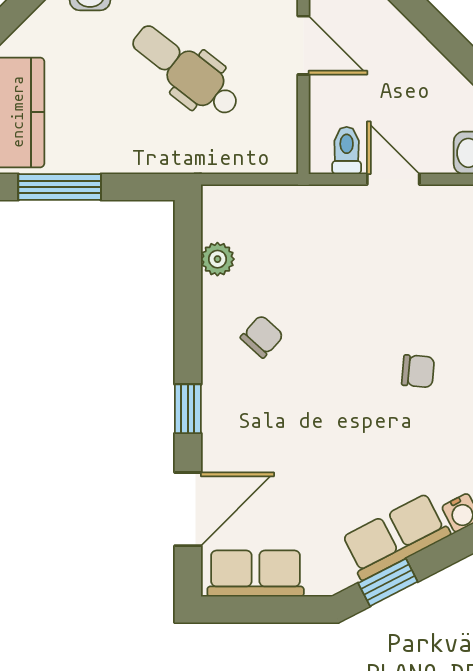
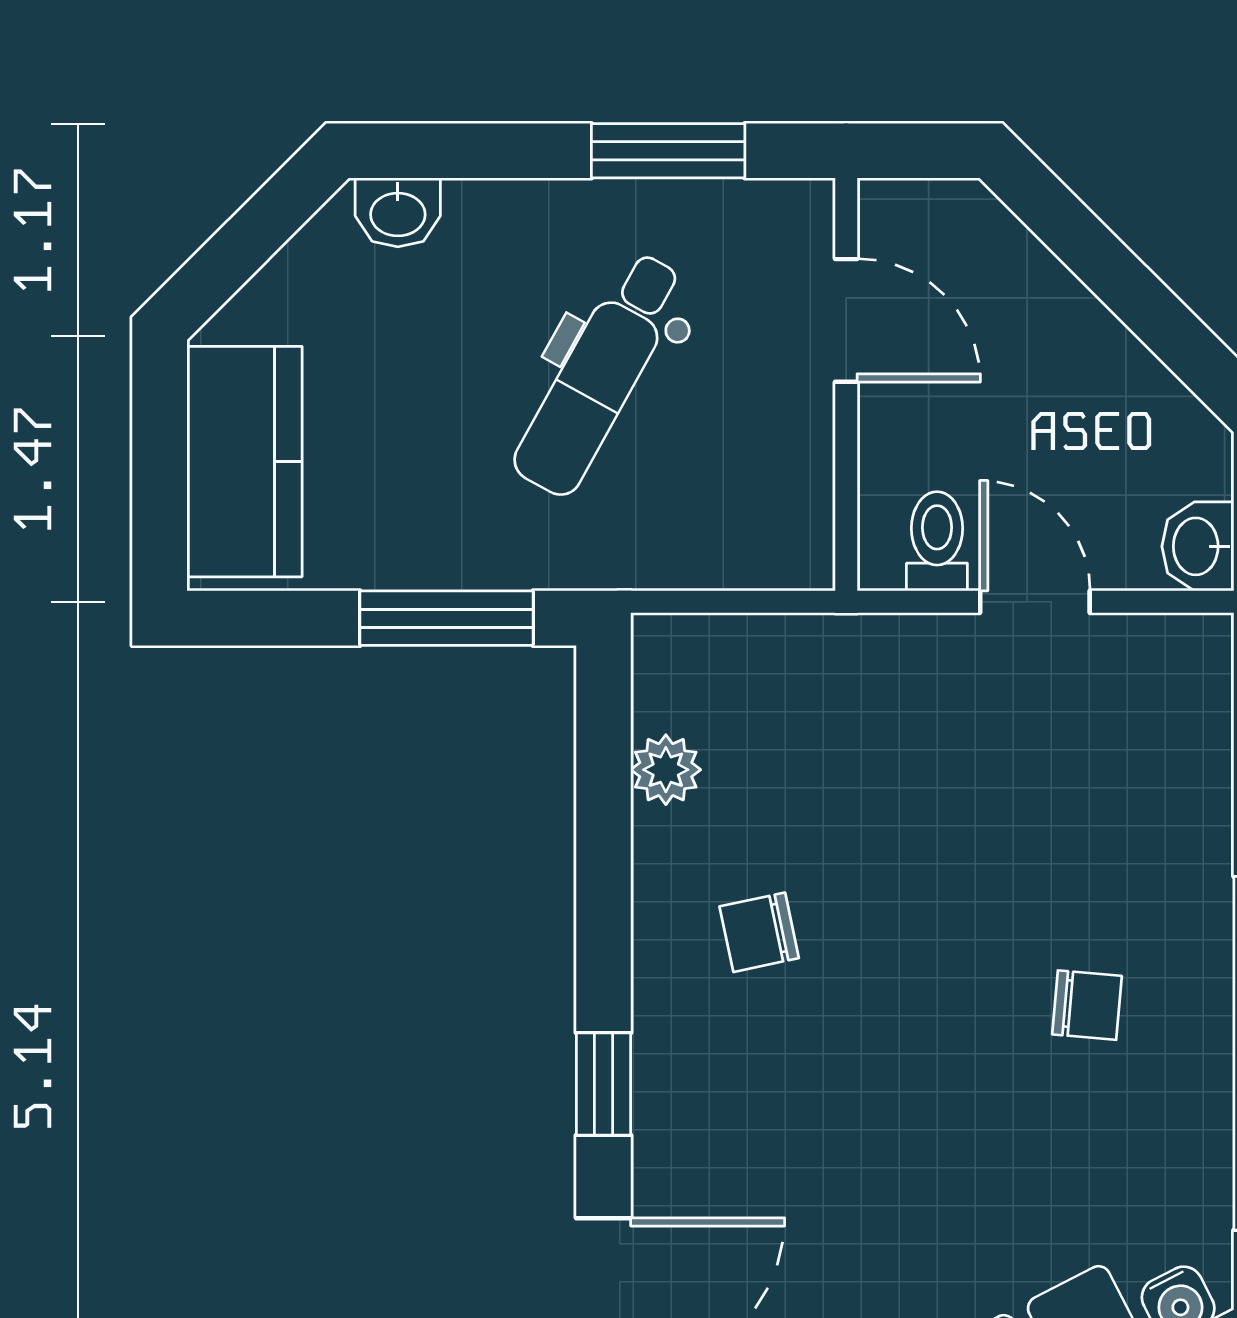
dental chair: (186, 71) -> (599, 374), turned -99
window: (60, 187) -> (447, 618), moved
chair: (262, 336) -> (759, 932), turned -144

